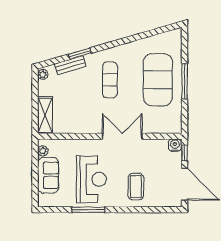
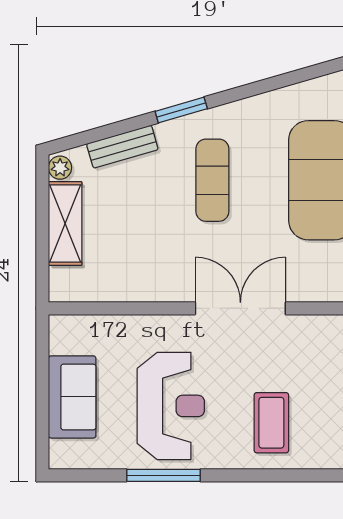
window: (80, 54) -> (181, 110), moved
shelving: (45, 115) -> (65, 224), moved
plant: (43, 151) -> (60, 342), removed

